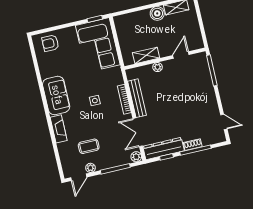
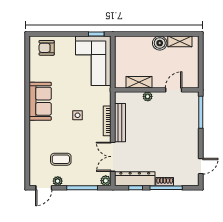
door: (224, 122) -> (201, 166), hinge flipped
fireplace: (59, 129) -> (35, 135), removed

